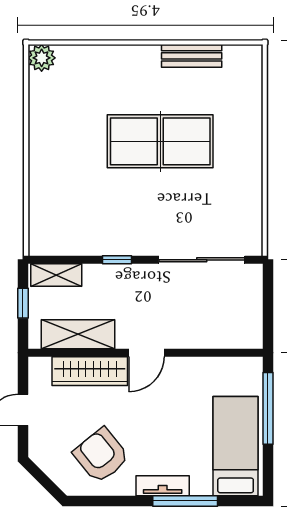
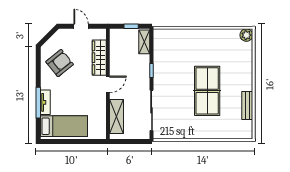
shelving: (78, 334) -> (117, 116), moved
door: (146, 353) -> (108, 84), swing flipped
window: (268, 408) -> (82, 141), removed
tv unit: (163, 486) -> (45, 102), moved

